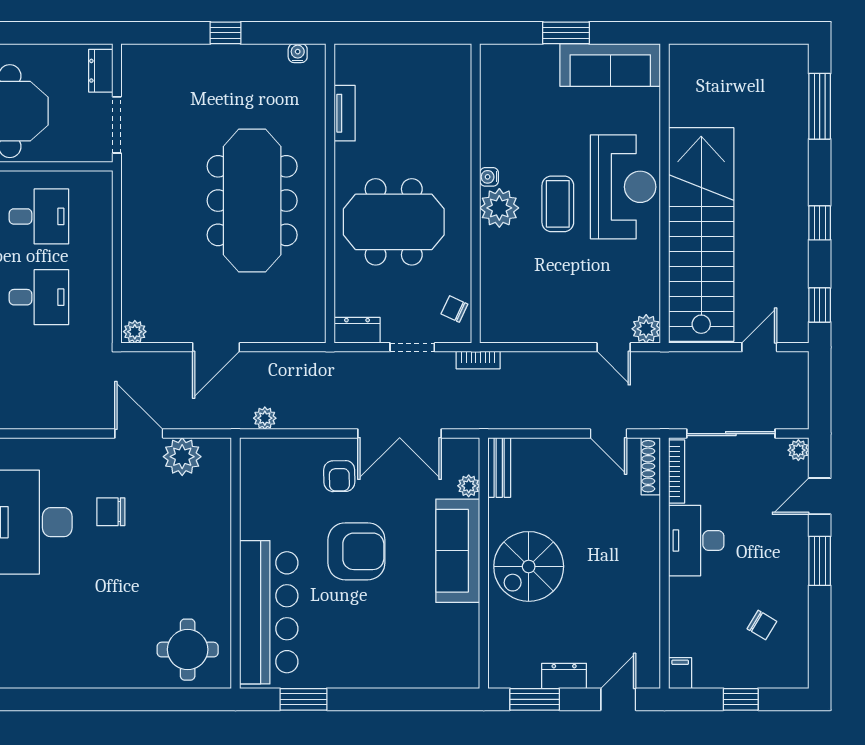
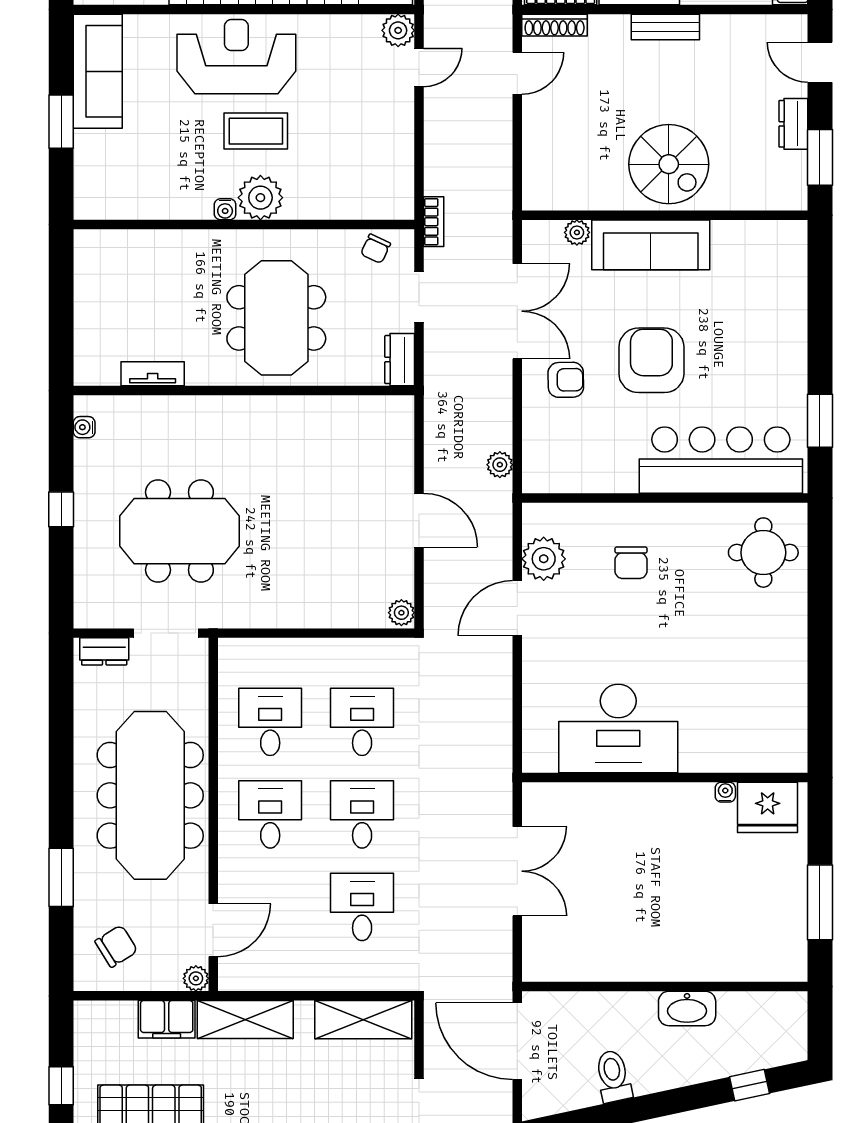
meeting table: (252, 201) -> (179, 531), moved, width x0.73
bench: (499, 467) -> (665, 27), moved
chair: (111, 512) -> (631, 563), moved

